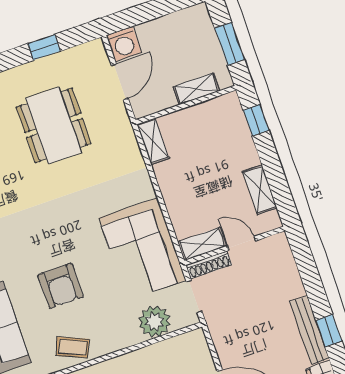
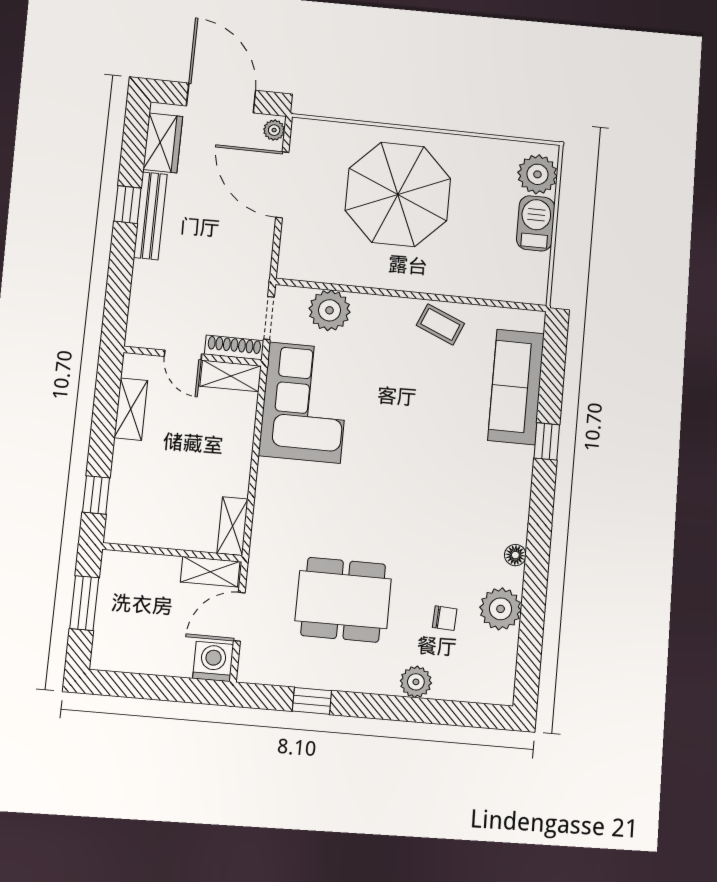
shelving: (196, 89) -> (210, 572), moved
dining table: (54, 125) -> (343, 600), turned 90
armchair: (61, 286) -> (422, 403), removed

